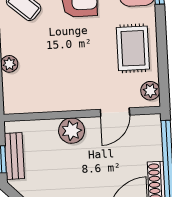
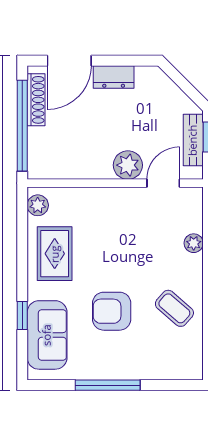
door: (115, 112) -> (163, 183), moved

